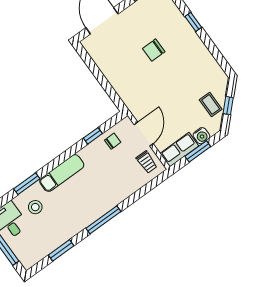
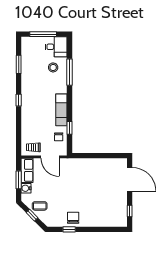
window: (193, 22) -> (69, 229), moved
chair: (154, 50) -> (73, 218), moved
exam couch: (62, 173) -> (61, 110), moved
window: (27, 184) -> (69, 72), width x1.44
window: (103, 220) -> (19, 100), width x0.46

